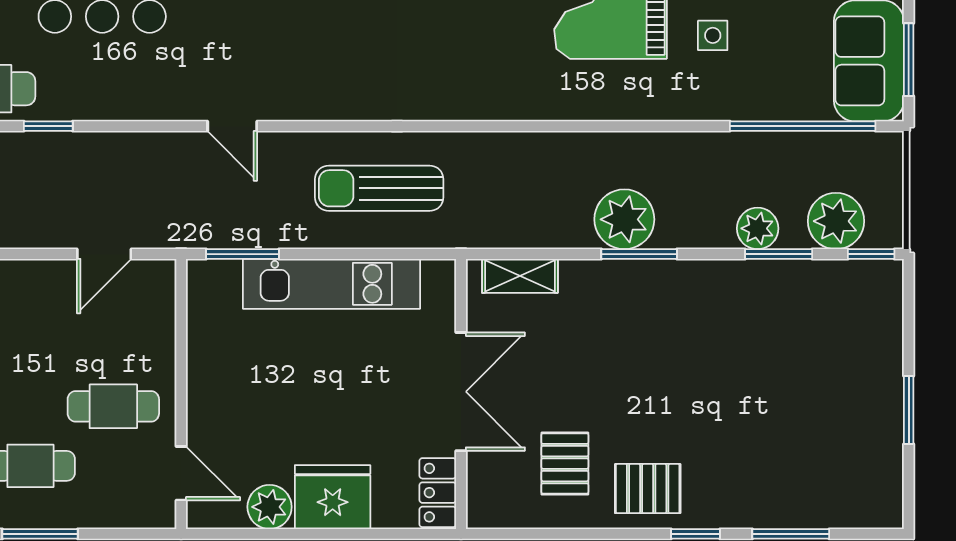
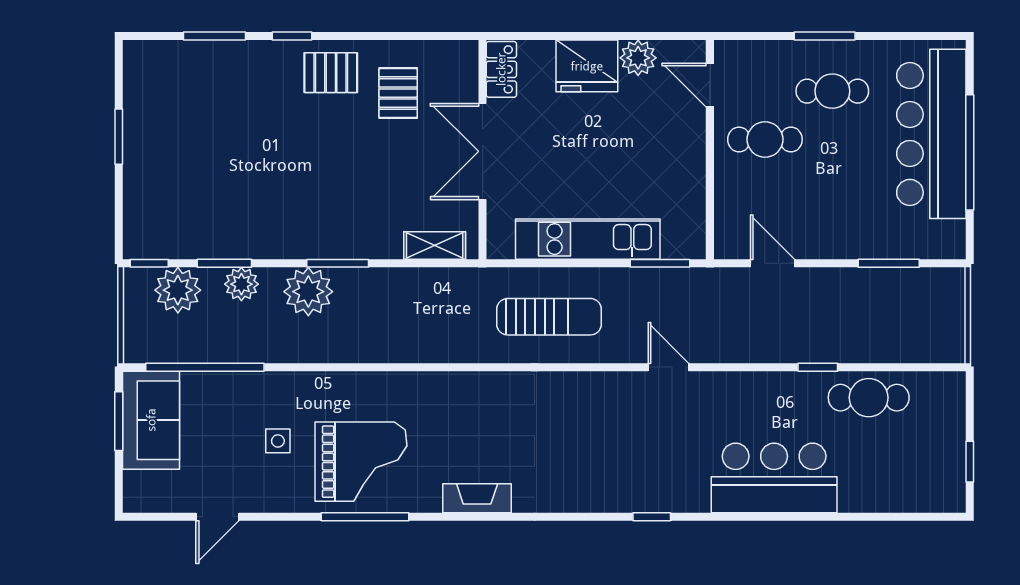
plant: (624, 219) -> (308, 292), moved
door: (104, 254) -> (772, 263), hinge flipped

